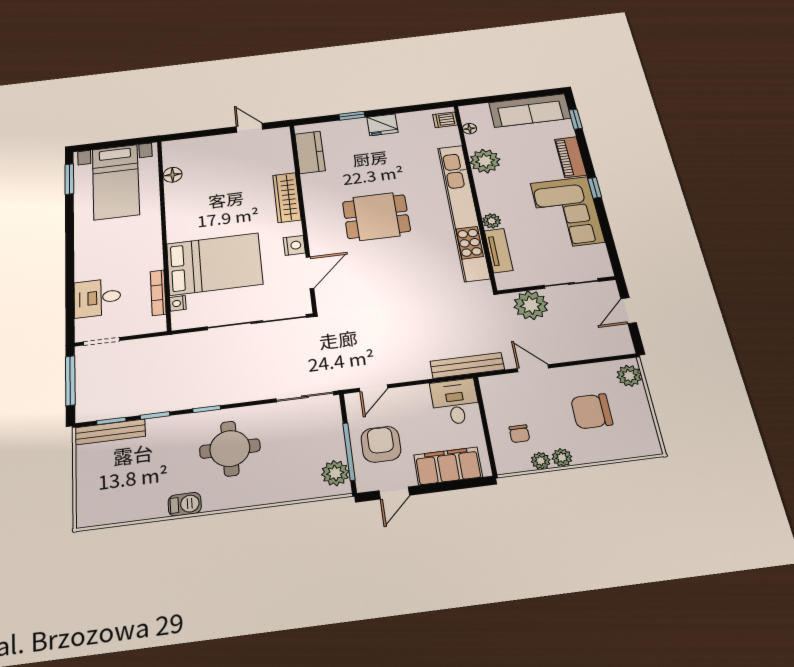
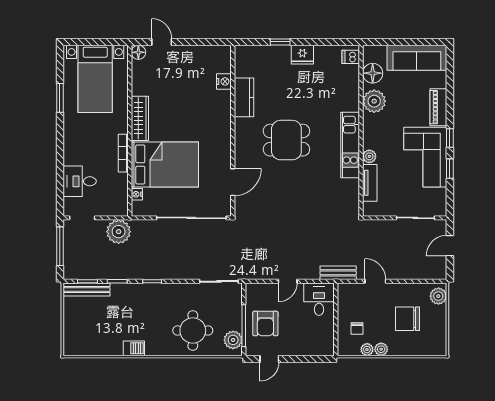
window: (576, 119) -> (450, 169), moved
door: (249, 128) -> (162, 42), moved
floor lamp: (470, 129) -> (373, 73), width x1.89, depth x1.89
kitchen counter: (310, 152) -> (244, 97), moved
floor lamp: (173, 175) -> (138, 52), moved
window: (69, 179) -> (60, 98), moved
wardrobe: (287, 197) -> (140, 118), moved, turned 180
kitchen unit: (463, 212) -> (350, 145), width x0.54
nightstand: (294, 245) -> (224, 81), moved
bookcase: (158, 293) -> (123, 153), moved
plant: (531, 305) -> (119, 232), moved
bench: (467, 365) -> (338, 273), width x0.73
door: (373, 388) -> (288, 281), moved
armchair: (381, 444) -> (265, 323), turned 180
round table: (230, 449) -> (193, 331), moved
filing cabinet: (448, 466) -> (307, 345), removed

